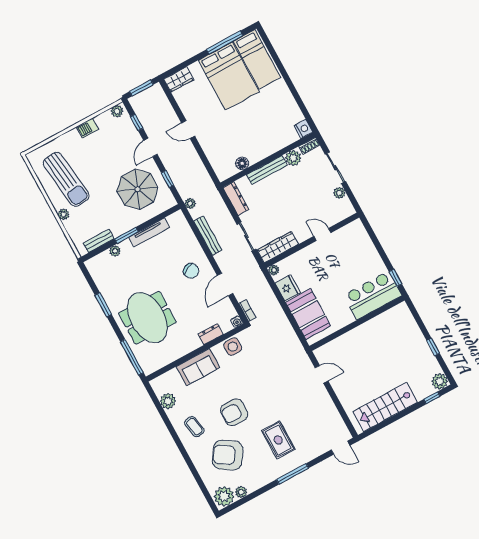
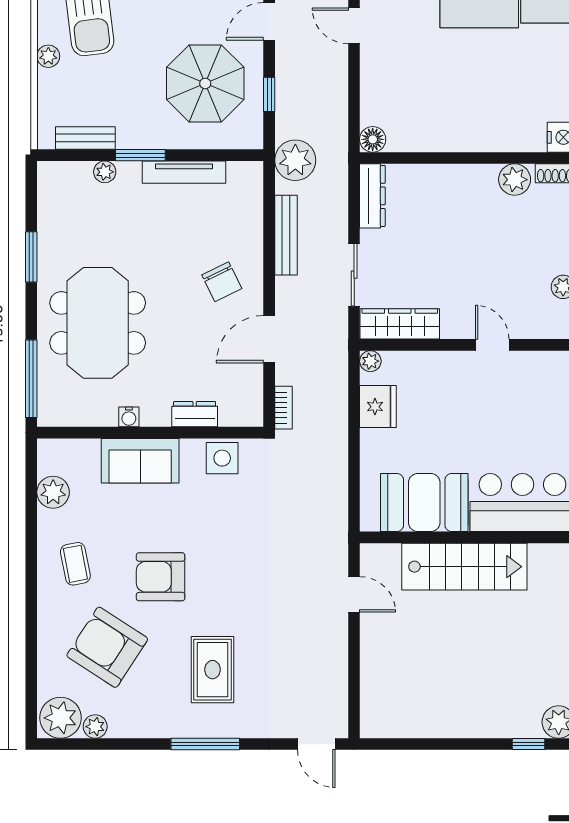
floor lamp: (242, 163) -> (373, 139), moved
bench: (267, 170) -> (455, 175), removed
plant: (190, 203) -> (295, 160), width x1.88, depth x1.88
booth: (308, 314) -> (424, 502), moved, turned 90
water cooler: (237, 322) -> (129, 417), moved
stairs: (385, 407) -> (464, 567), moved, turned 180

